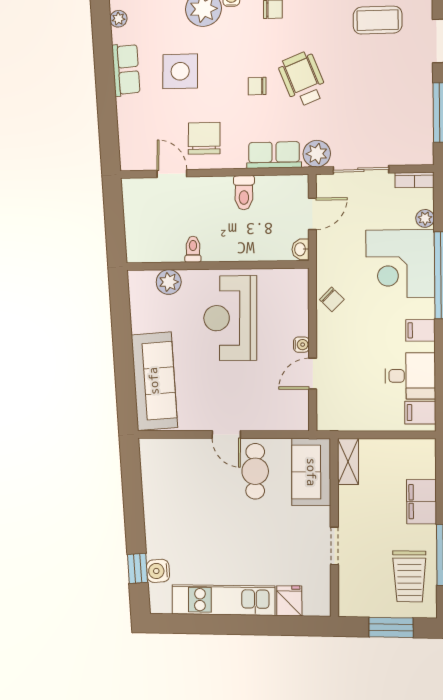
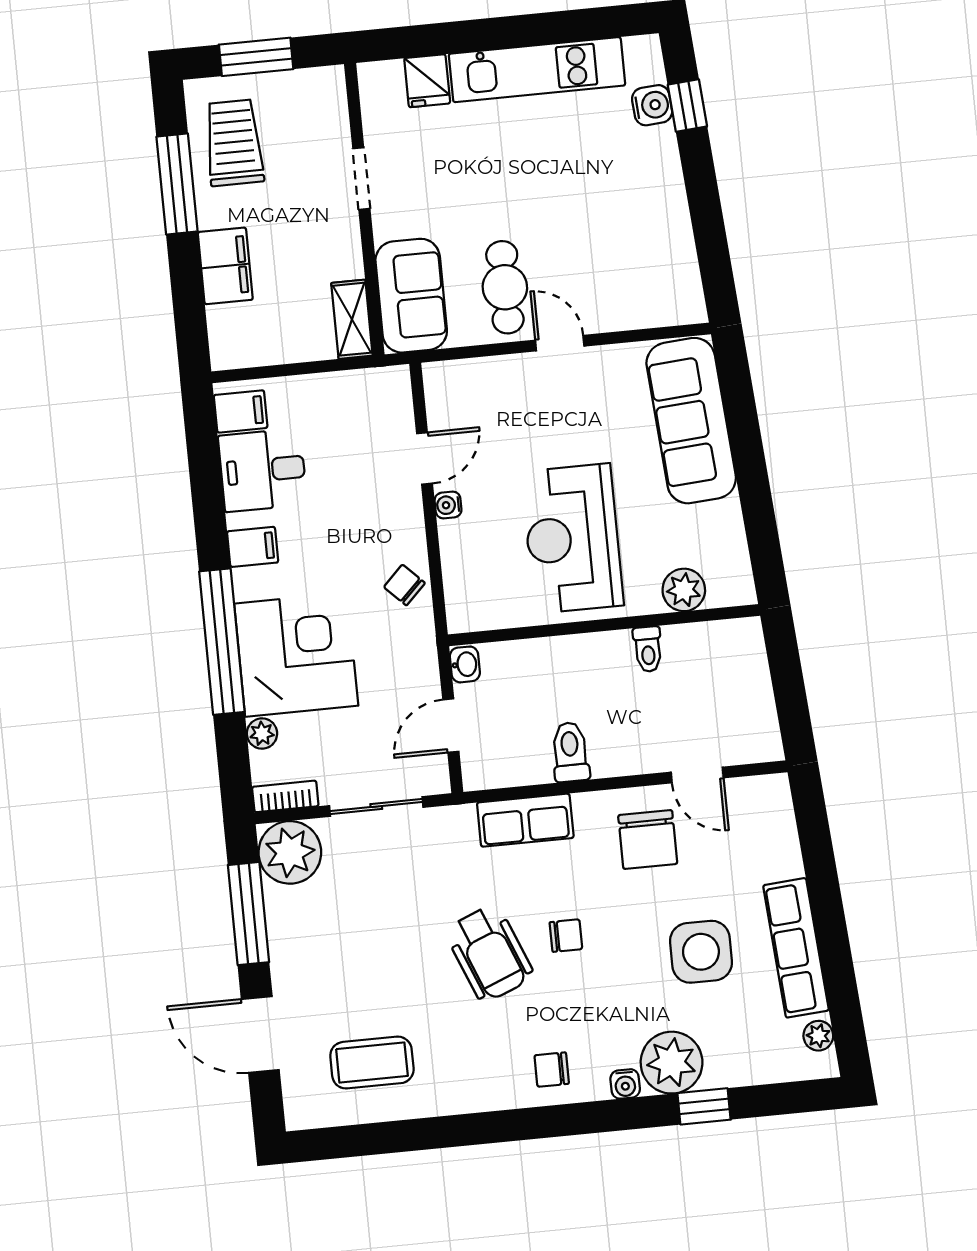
row of seats: (126, 70) -> (796, 948), width x1.48
plant: (317, 154) -> (290, 852), moved, width x1.36, depth x1.36
reception desk: (230, 318) -> (572, 538), turned 180

